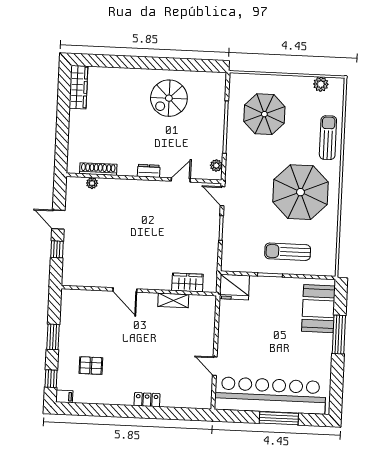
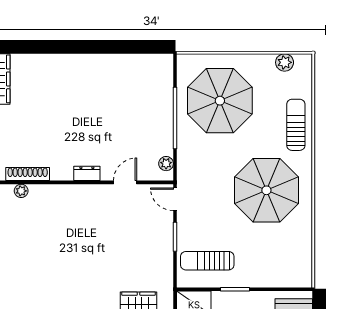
spiral stairs: (169, 98) -> (107, 87), removed
parasol: (264, 114) -> (220, 101), width x1.36, depth x1.36
sun lounger: (288, 252) -> (207, 261), moved

